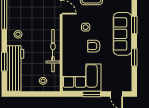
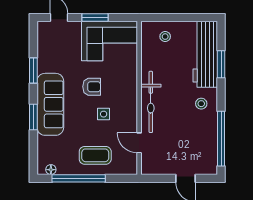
bicycle: (53, 51) -> (151, 102), moved

